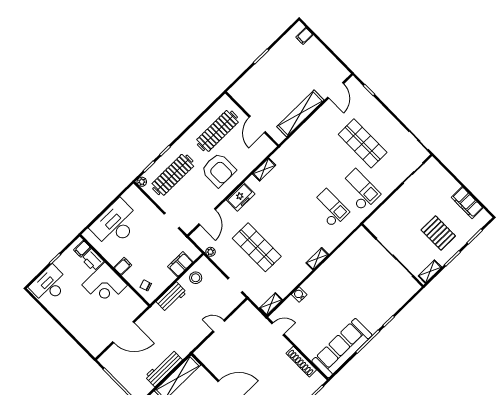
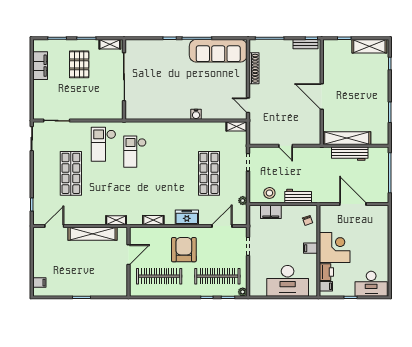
shelving: (317, 259) -> (116, 220), moved
water cooler: (299, 295) -> (196, 114), moved

